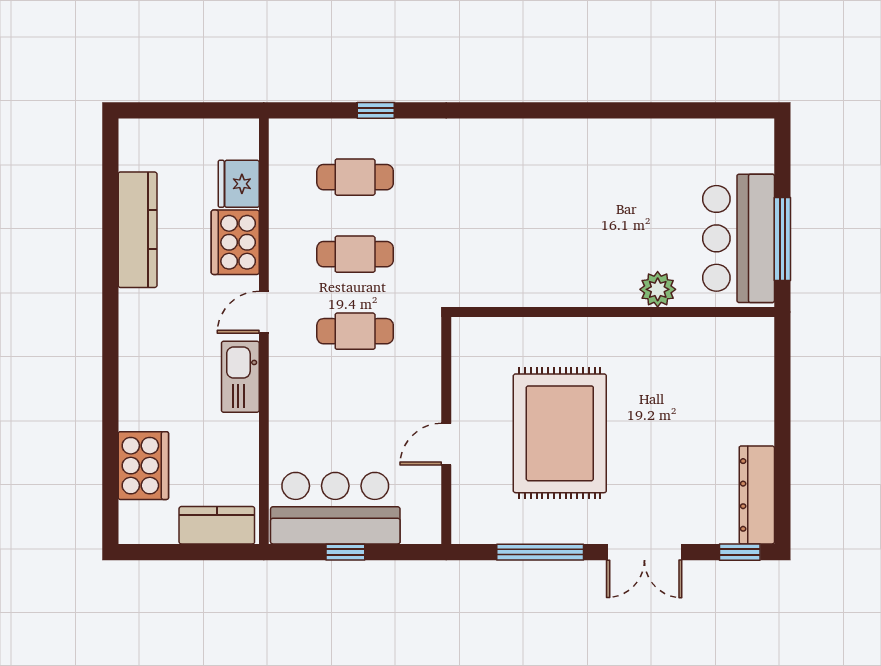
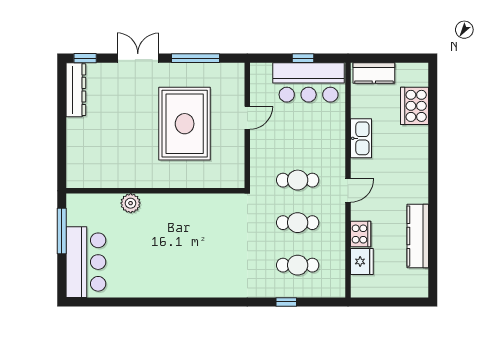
bar counter: (739, 238) -> (86, 262), moved
cooker: (235, 242) -> (361, 234), width x0.73, depth x0.76
kitchen sink: (240, 377) -> (361, 138), moved

